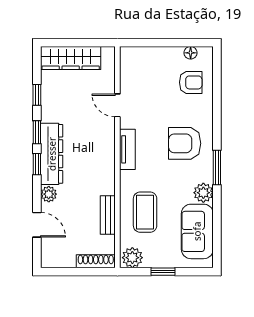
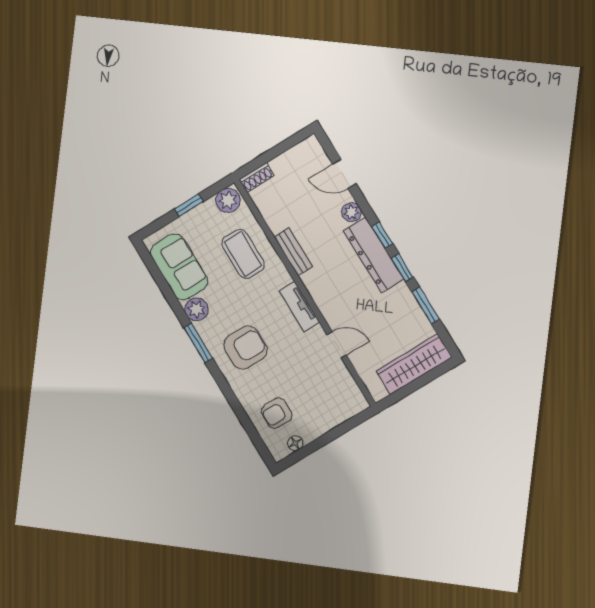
window: (37, 95) -> (426, 306), width x1.50
bench: (108, 215) -> (293, 252), moved
shoe rack: (96, 261) -> (257, 178), width x0.70

